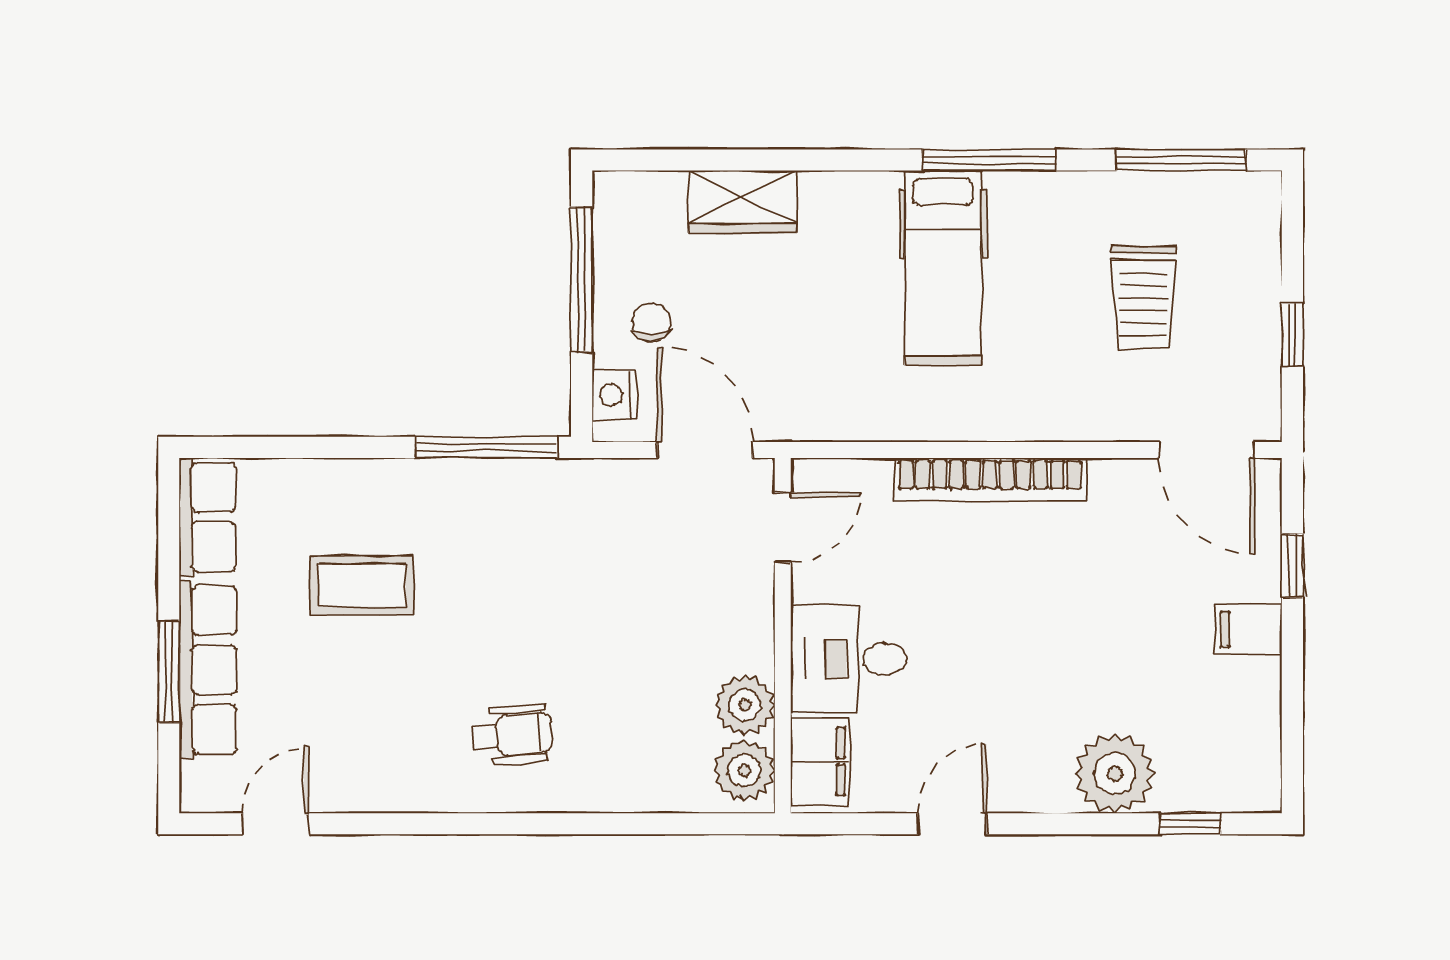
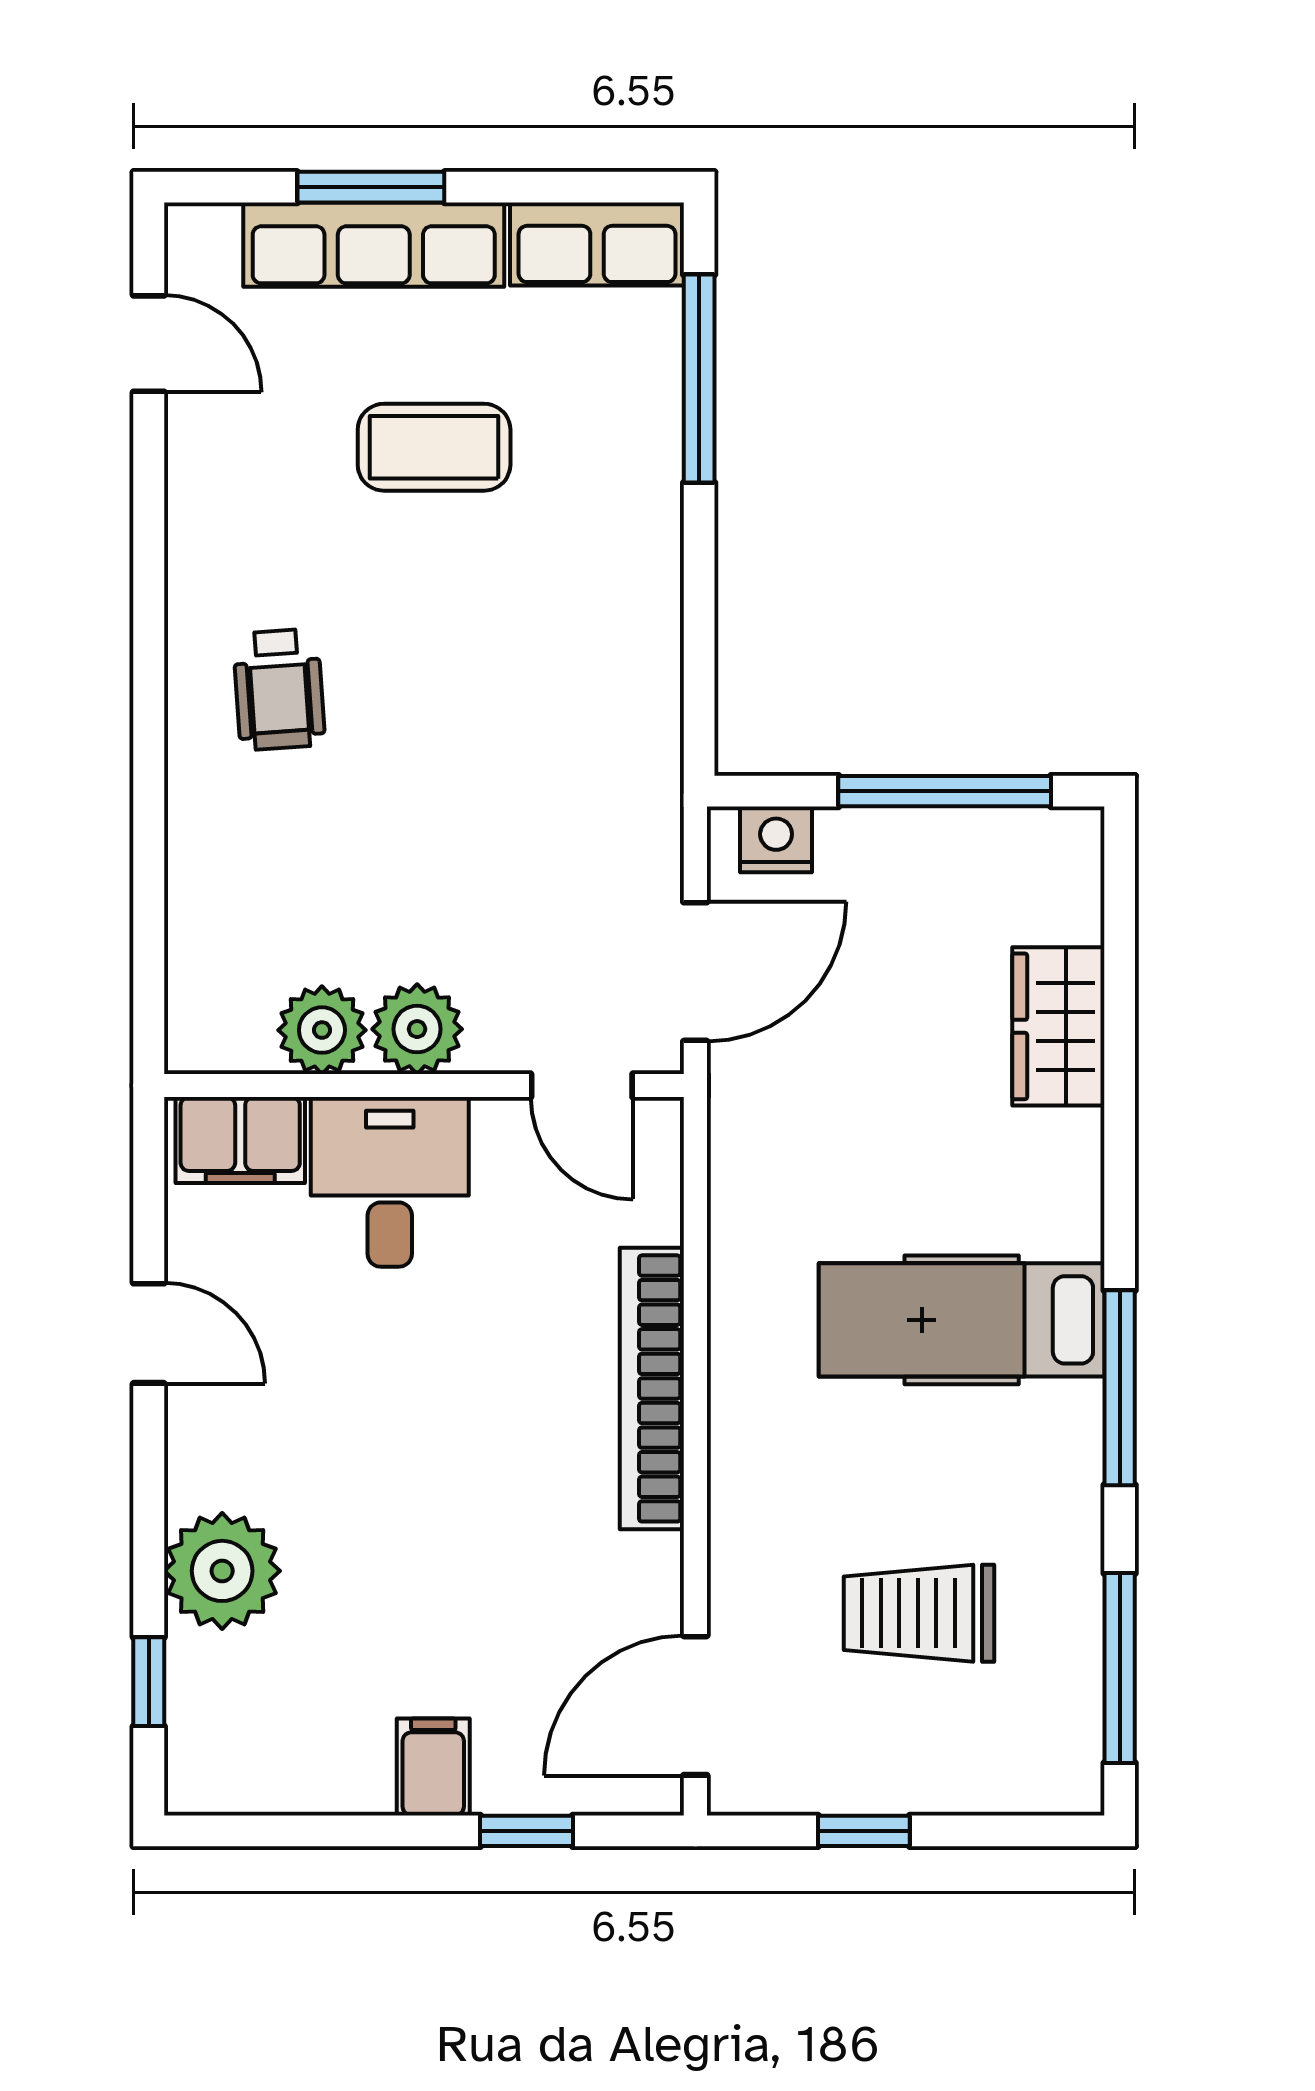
chair: (651, 322) -> (882, 893), removed
window: (486, 447) -> (699, 379), moved
coffee table: (362, 585) -> (434, 447), moved, turned 90
plant: (744, 770) -> (417, 1029), moved

